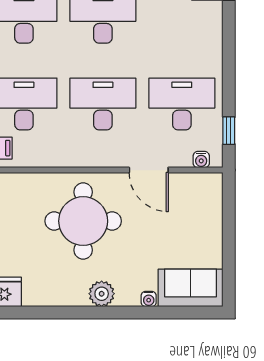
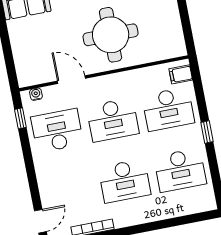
desk: (182, 104) -> (57, 131), turned 180

